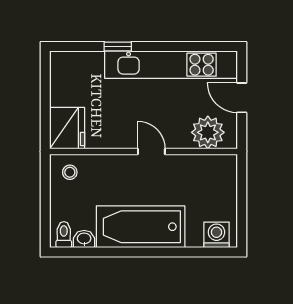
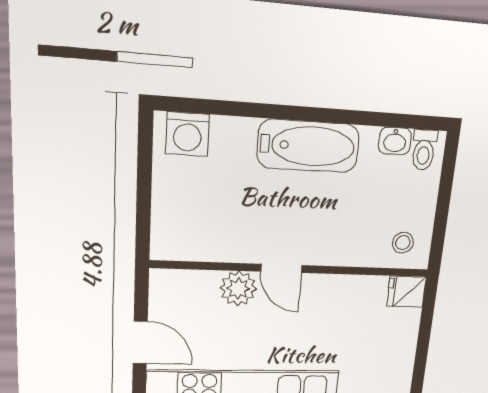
fridge: (67, 128) -> (406, 291), width x0.53, depth x0.75
plant: (208, 132) -> (238, 288), moved, width x0.73, depth x0.73
bathtub: (141, 227) -> (308, 146), width x0.73, depth x0.73

